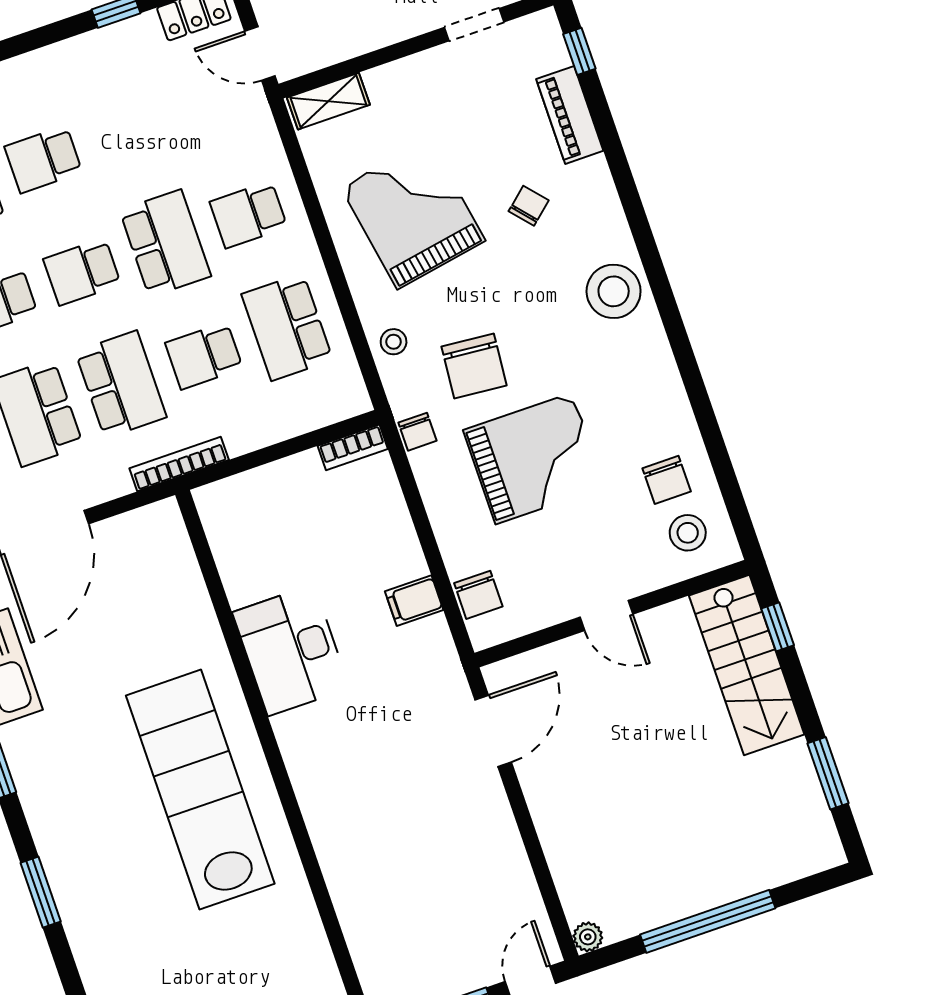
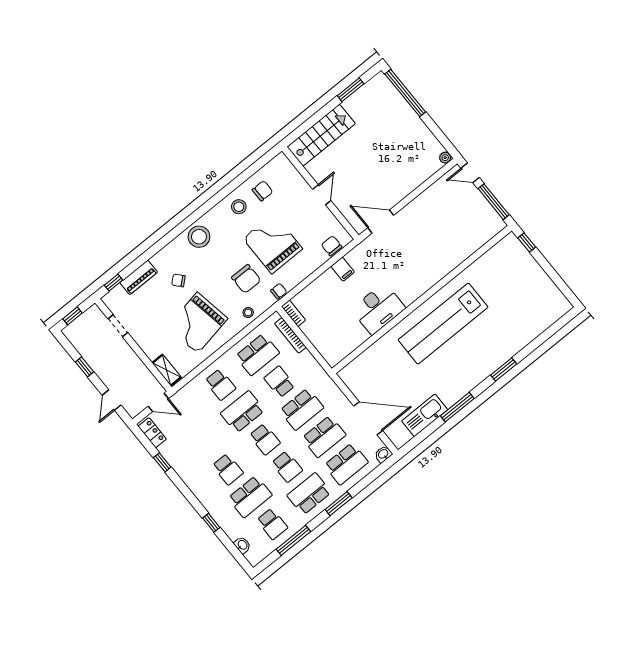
door: (260, 54) -> (158, 402), hinge flipped
school desk: (204, 356) -> (279, 382), turned 180
chair: (474, 366) -> (246, 279), turned 85
school desk: (121, 384) -> (302, 409), turned 180
bookcase: (179, 464) -> (290, 335), moved
stool: (688, 533) -> (239, 207), moved
chair: (478, 595) -> (332, 246), turned -90
window: (778, 627) -> (303, 129), removed
window: (708, 921) -> (405, 93), moved

